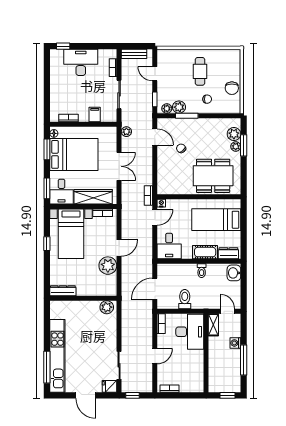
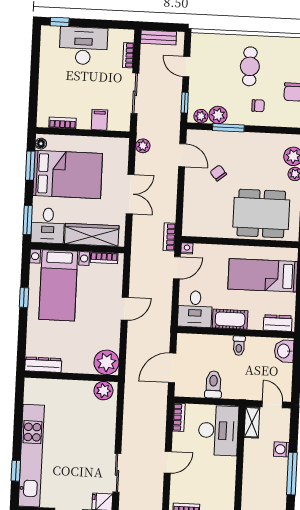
cot: (205, 252) -> (230, 319), moved
plant: (108, 266) -> (106, 362), moved
window: (47, 367) -> (16, 471), width x0.46

